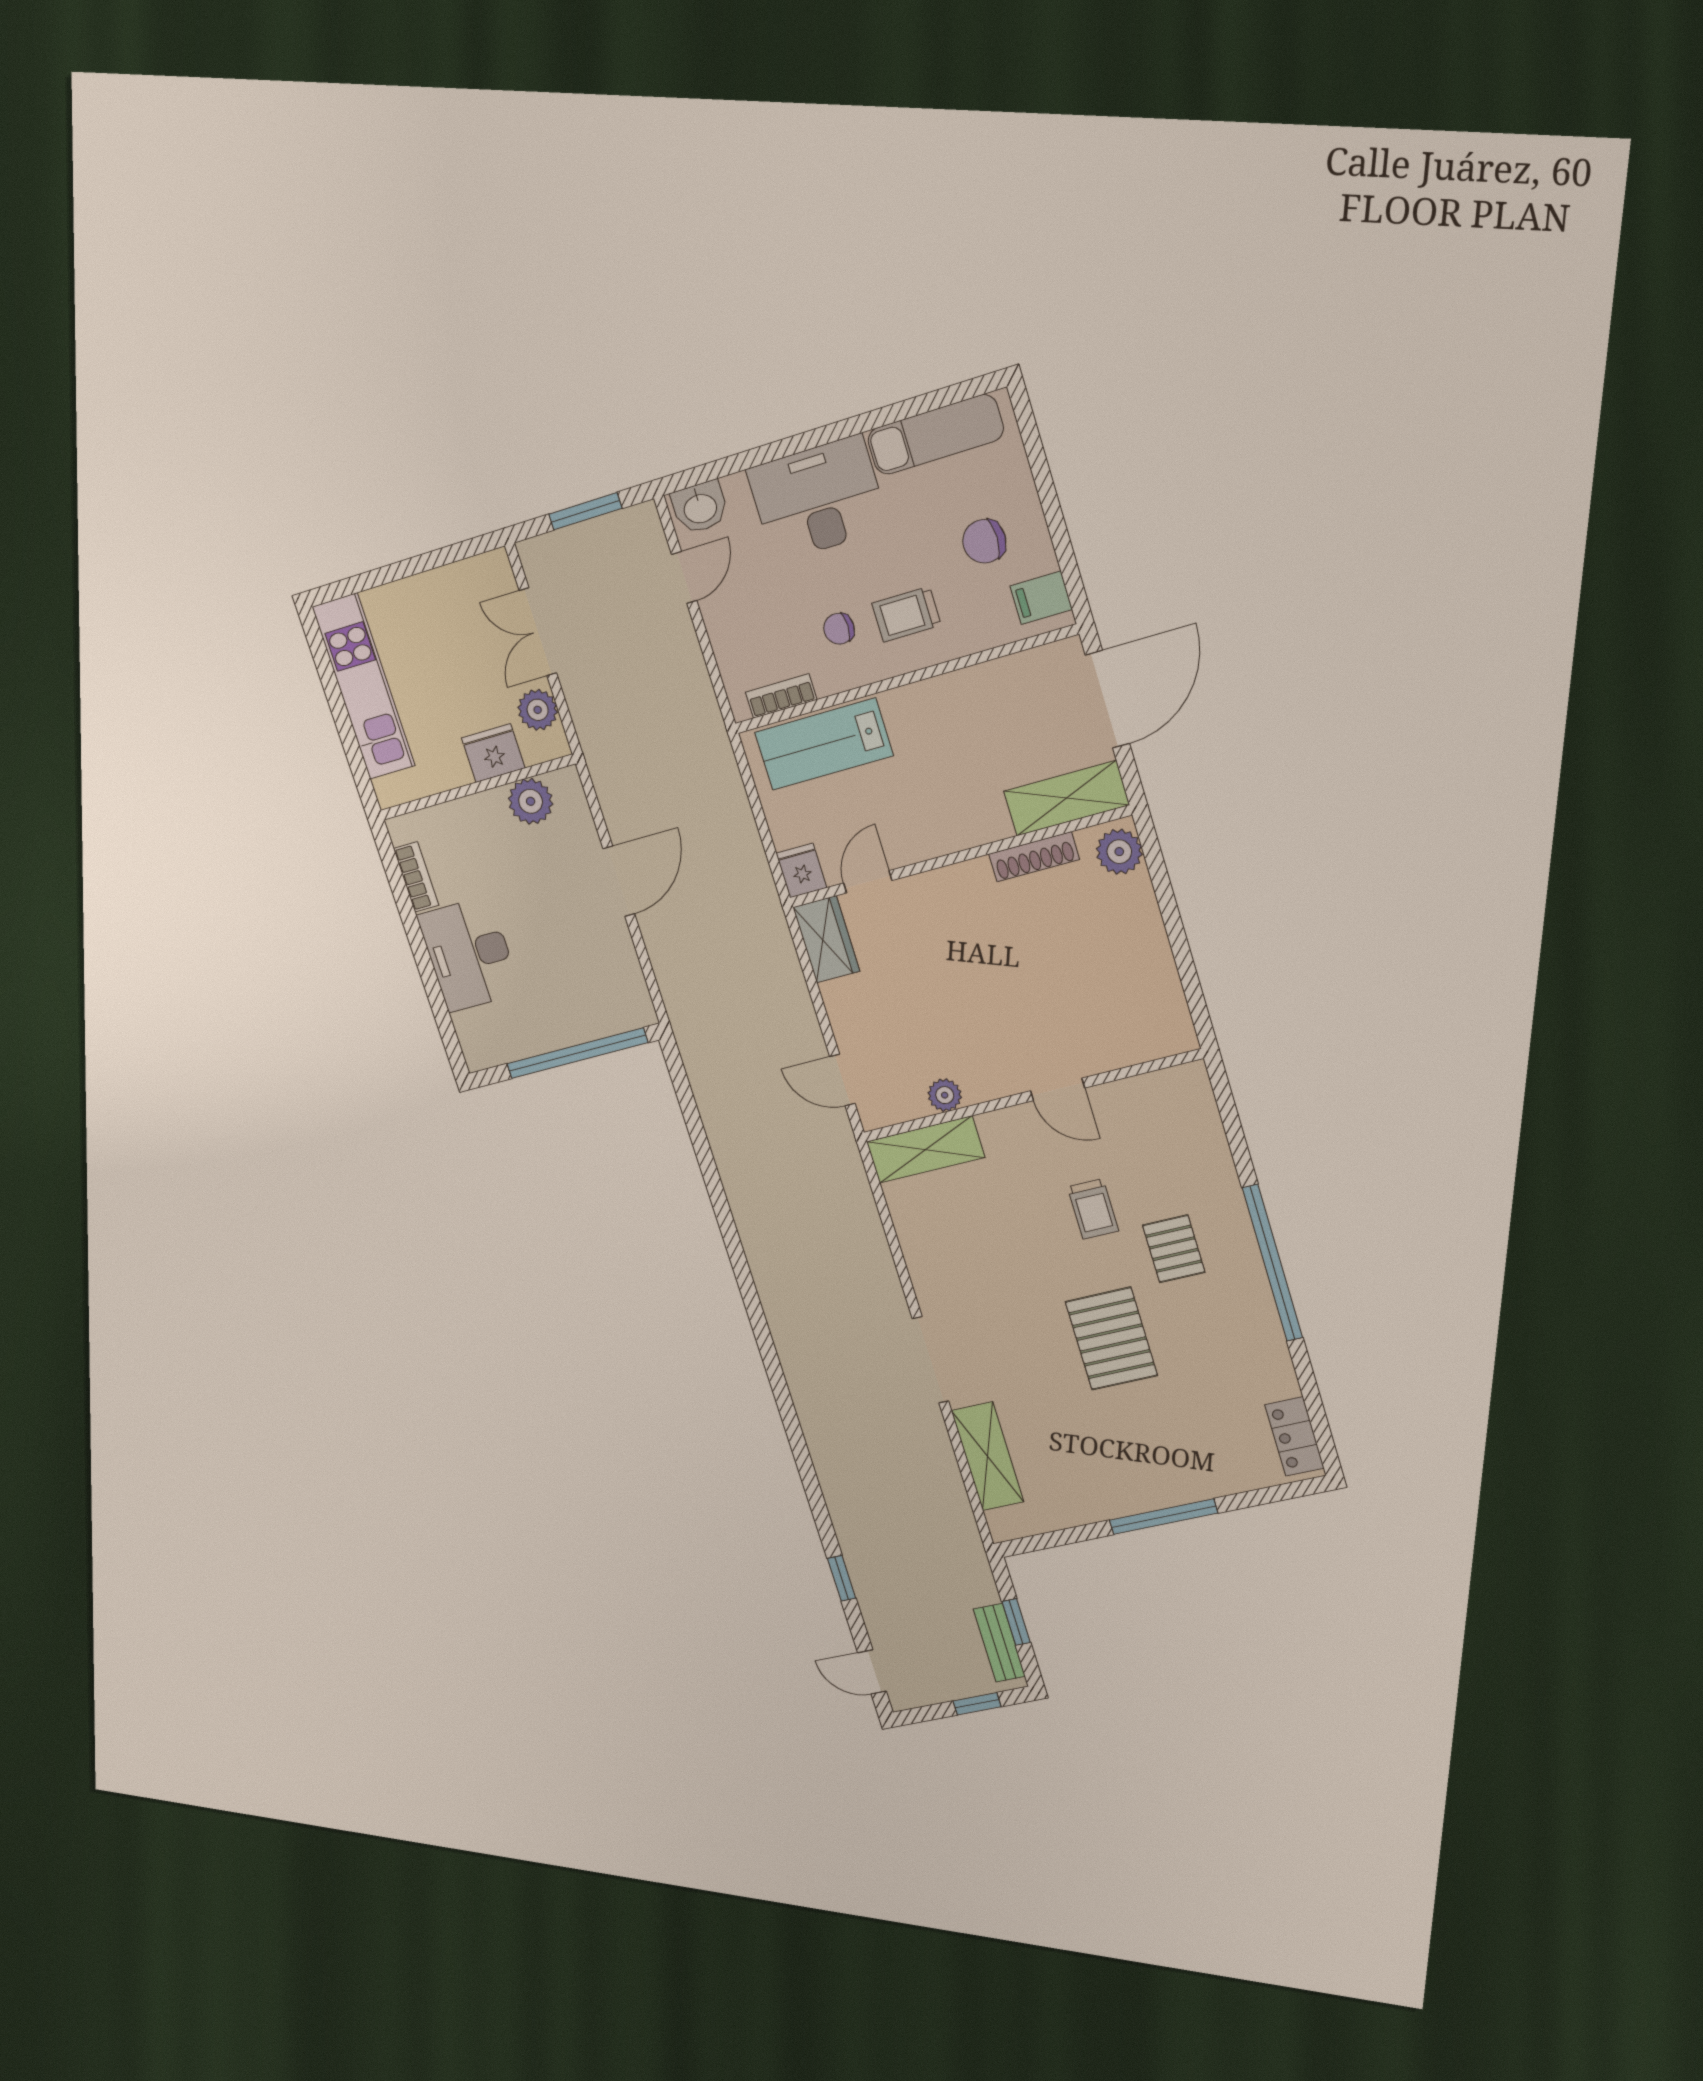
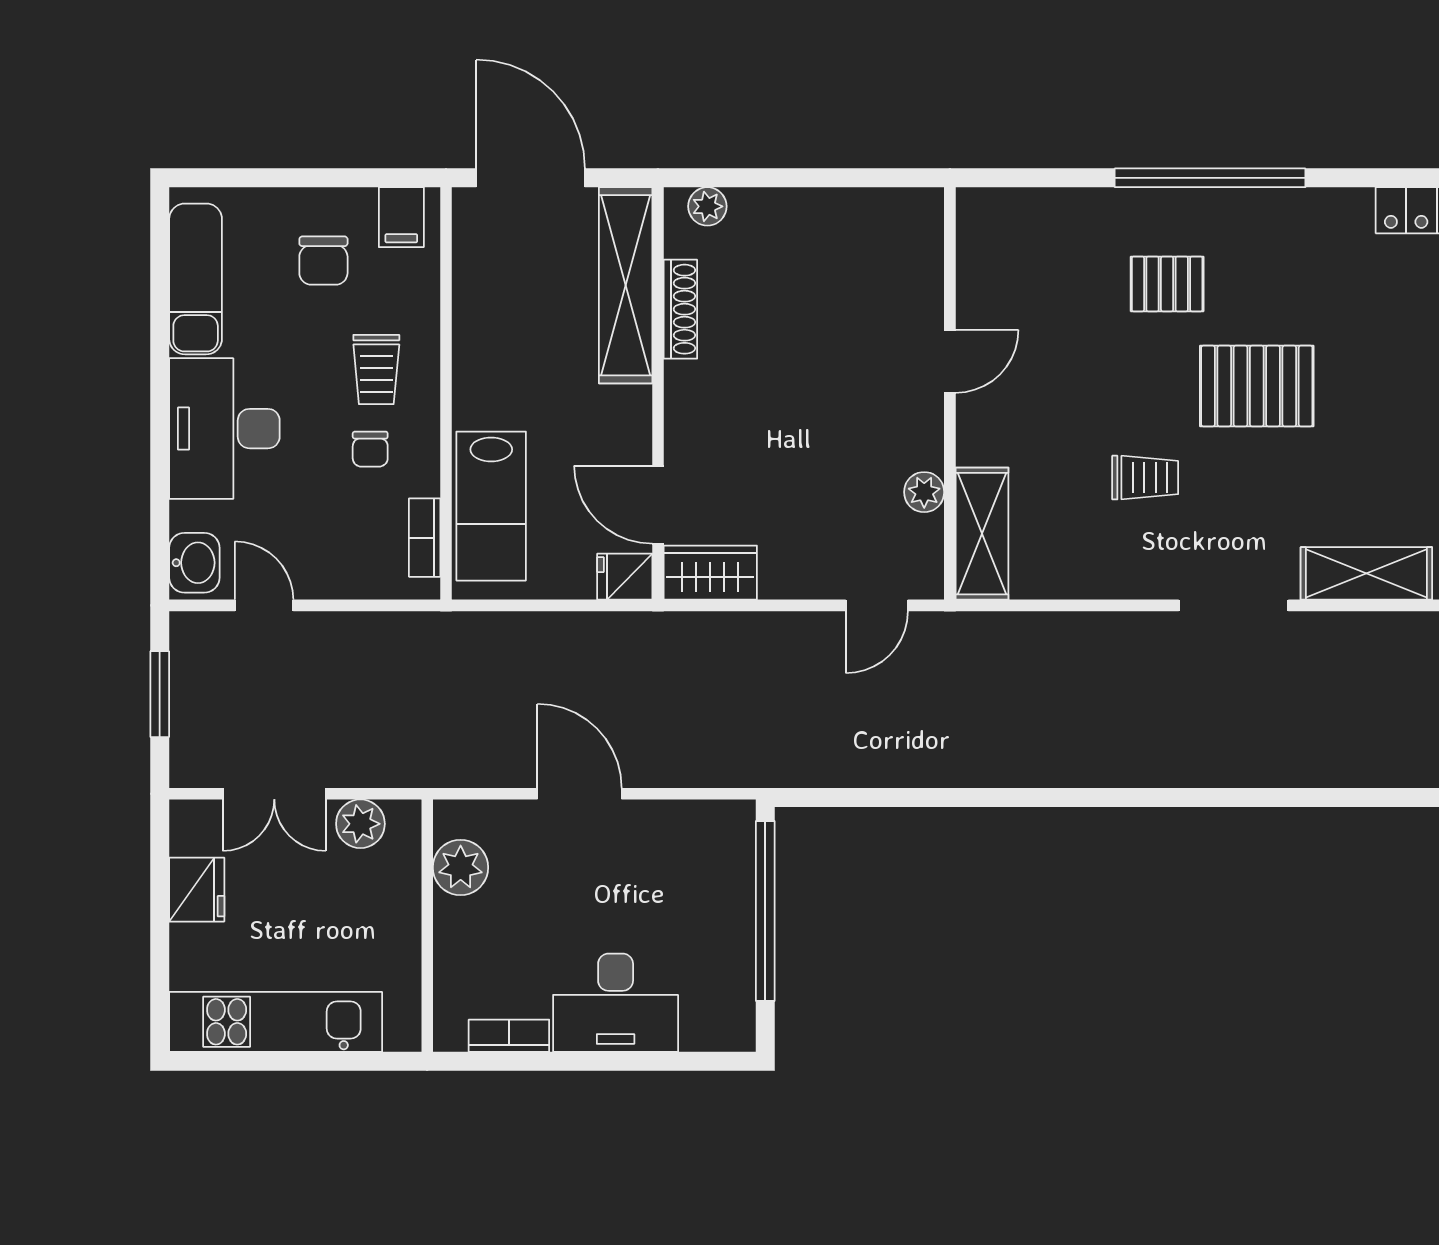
fridge: (493, 753) -> (197, 890), moved, turned 180
shelving: (1067, 798) -> (626, 285), width x1.47
plant: (1119, 852) -> (707, 206), width x0.73, depth x0.73
door: (868, 882) -> (658, 505), width x1.38
trolley: (1093, 1209) -> (1145, 478), moved

